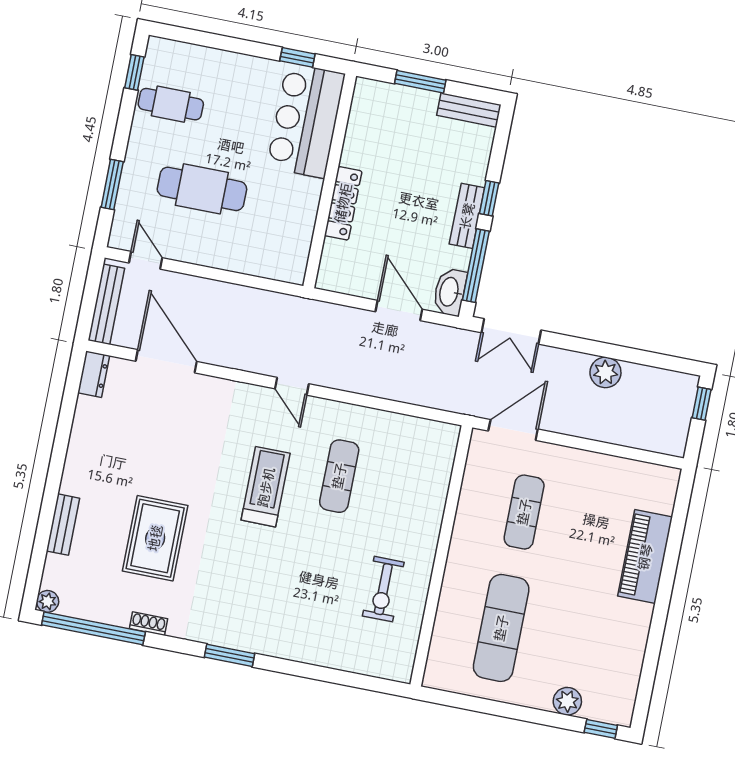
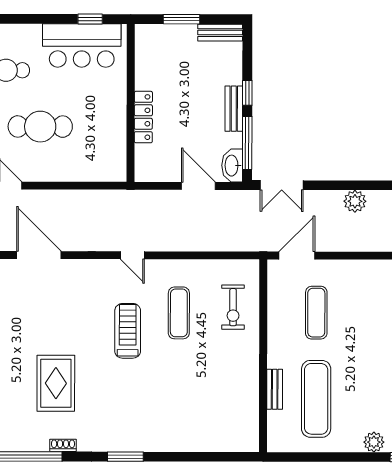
bar counter: (306, 121) -> (82, 46), moved, turned -90
exercise bike: (383, 589) -> (233, 307), moved
bench: (448, 604) -> (275, 389), added

